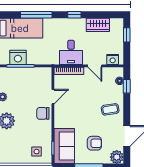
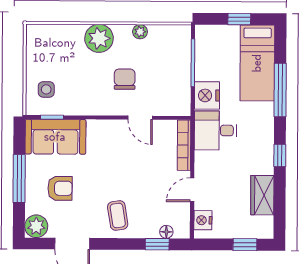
desk: (71, 52) -> (216, 130), moved
nightstand: (18, 57) -> (207, 95), moved
chair: (43, 113) -> (125, 79), moved
armchair: (94, 143) -> (60, 188), turned -90

